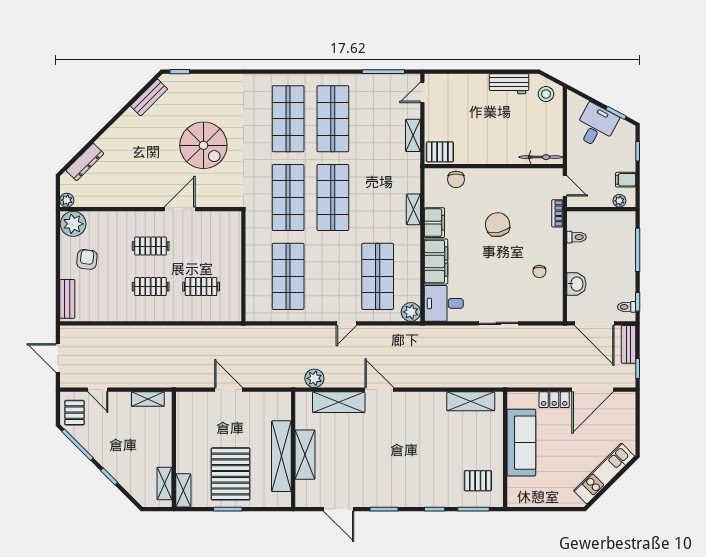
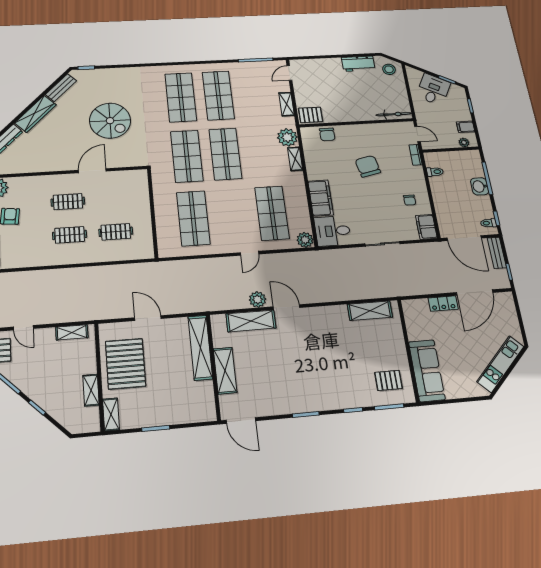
wardrobe: (119, 131) -> (35, 114), added
plant: (408, 180) -> (287, 137), added
filing cabinet: (434, 223) -> (426, 227), moved, turned 180
washbasin: (576, 284) -> (480, 186), moved, turned 180
plant: (314, 378) -> (258, 299), moved
sofa: (521, 443) -> (427, 371), moved
shelving: (281, 456) -> (200, 348), moved
pallet: (231, 474) -> (125, 364), moved
shelving: (164, 484) -> (91, 390), moved
door: (339, 509) -> (241, 421), moved

